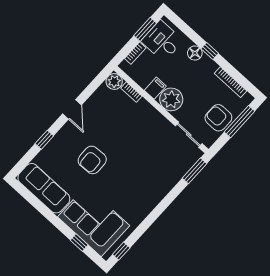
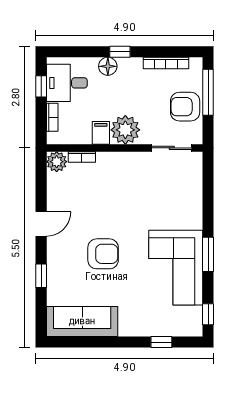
window: (145, 29) -> (41, 86), width x0.67
door: (72, 109) -> (41, 224), hinge flipped
armchair: (92, 160) -> (103, 254), turned -88
window: (194, 171) -> (208, 254), moved
corner sofa: (94, 221) -> (176, 268), moved, turned -90

